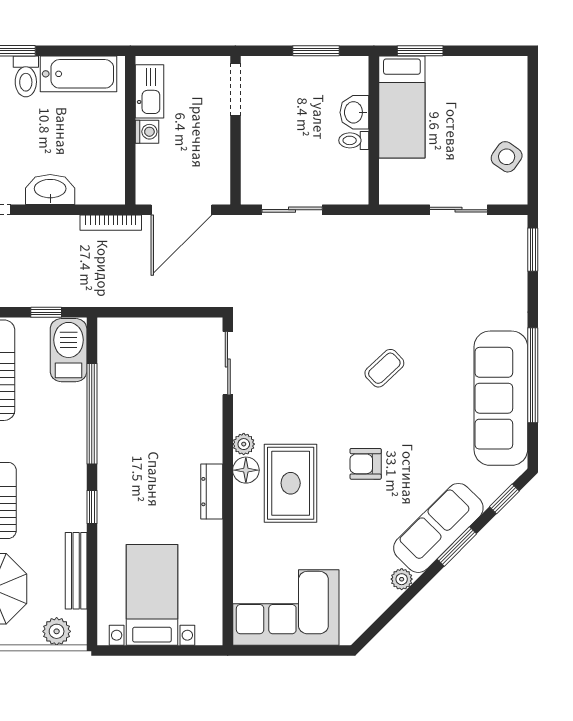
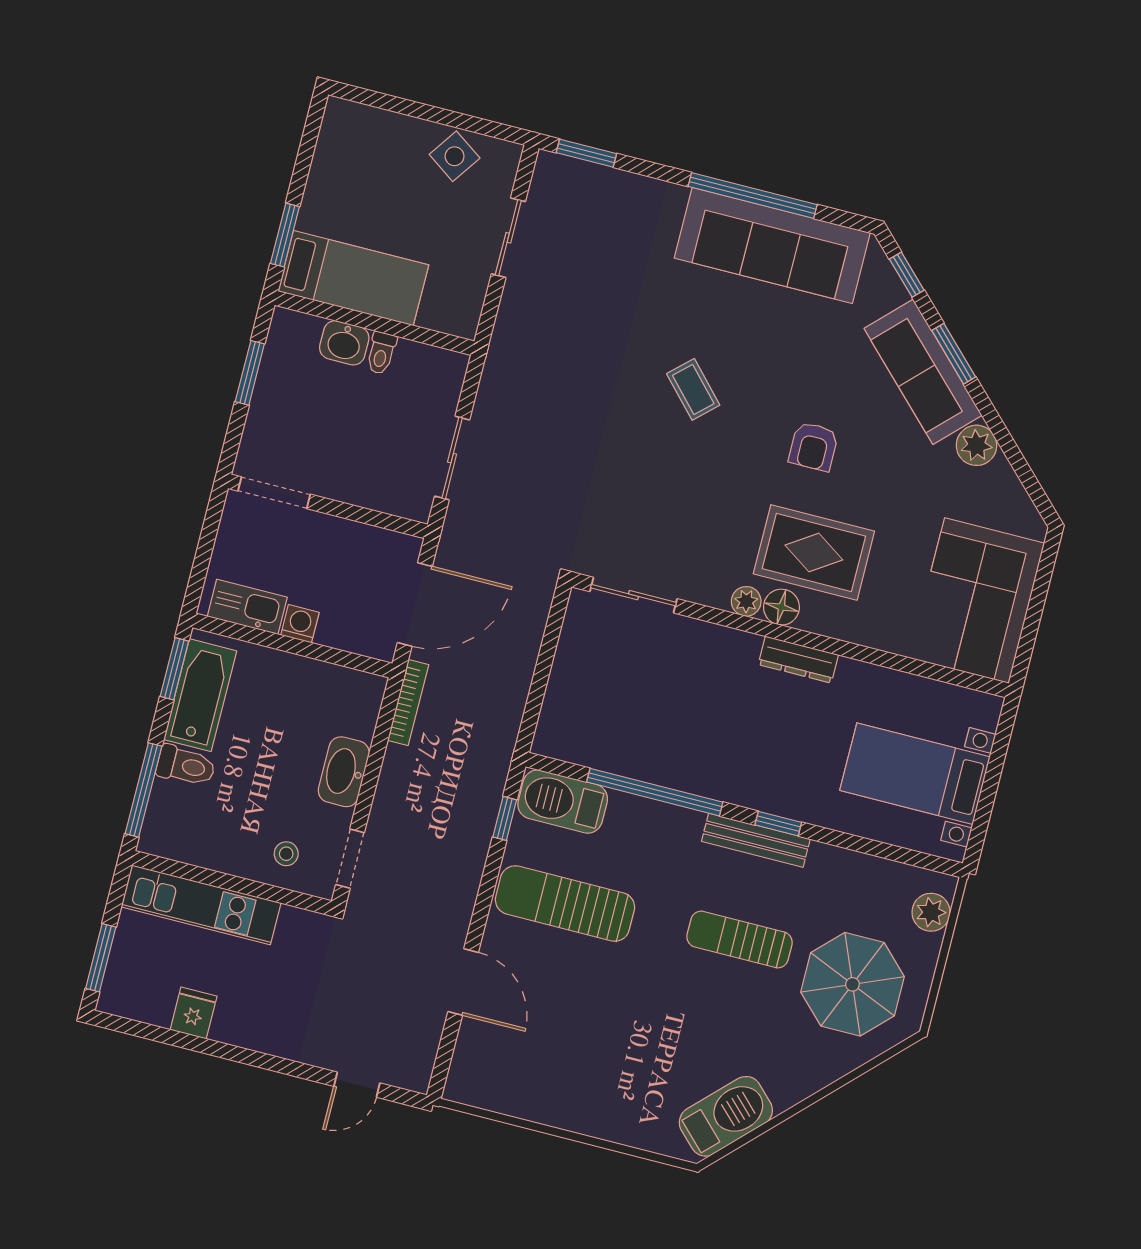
window: (93, 51) -> (174, 669), added
door: (181, 210) -> (415, 605), hinge flipped
bench: (76, 571) -> (756, 840), moved
plant: (402, 579) -> (976, 445), width x1.38, depth x1.38

